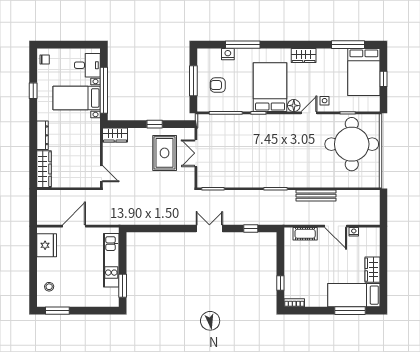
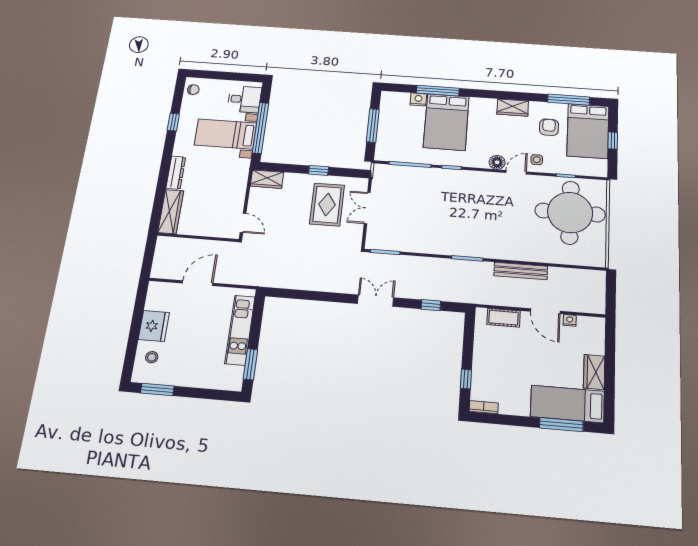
armchair: (218, 85) -> (549, 127), moved, turned 90
bed: (270, 87) -> (446, 122), moved, turned 180
fridge: (47, 245) -> (154, 326), moved

